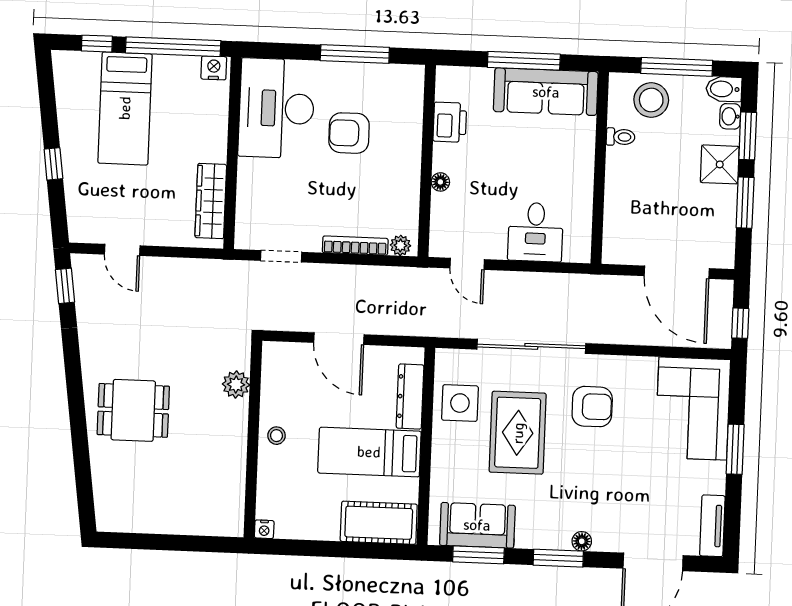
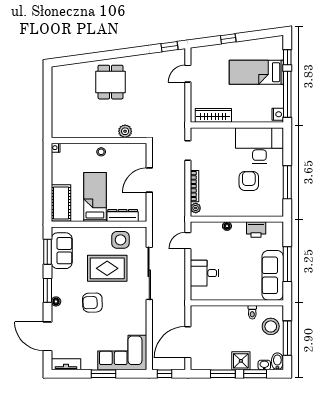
armchair: (592, 407) -> (92, 303), moved, turned 88

